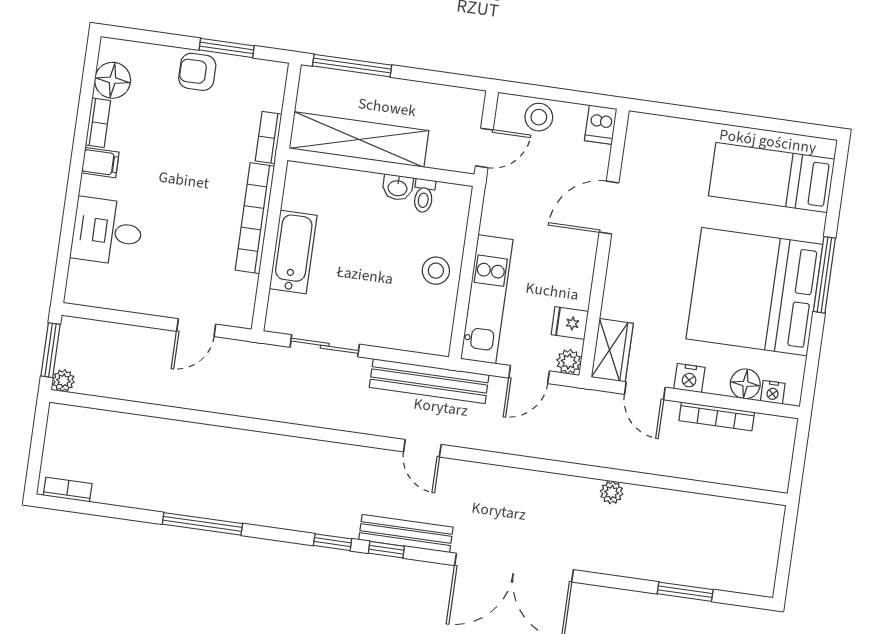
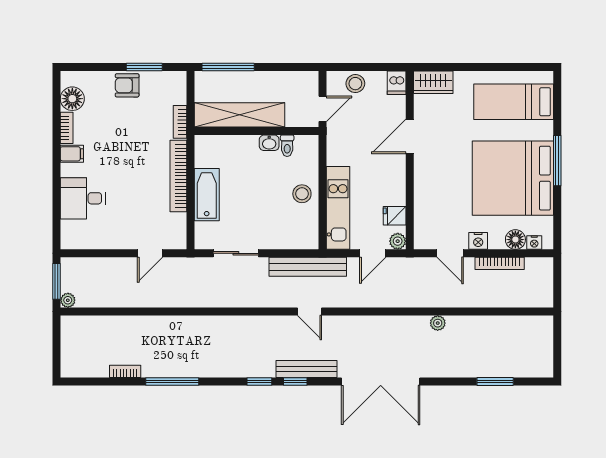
wardrobe: (612, 350) -> (433, 82), moved, turned 90
bookcase: (68, 490) -> (125, 371), moved

